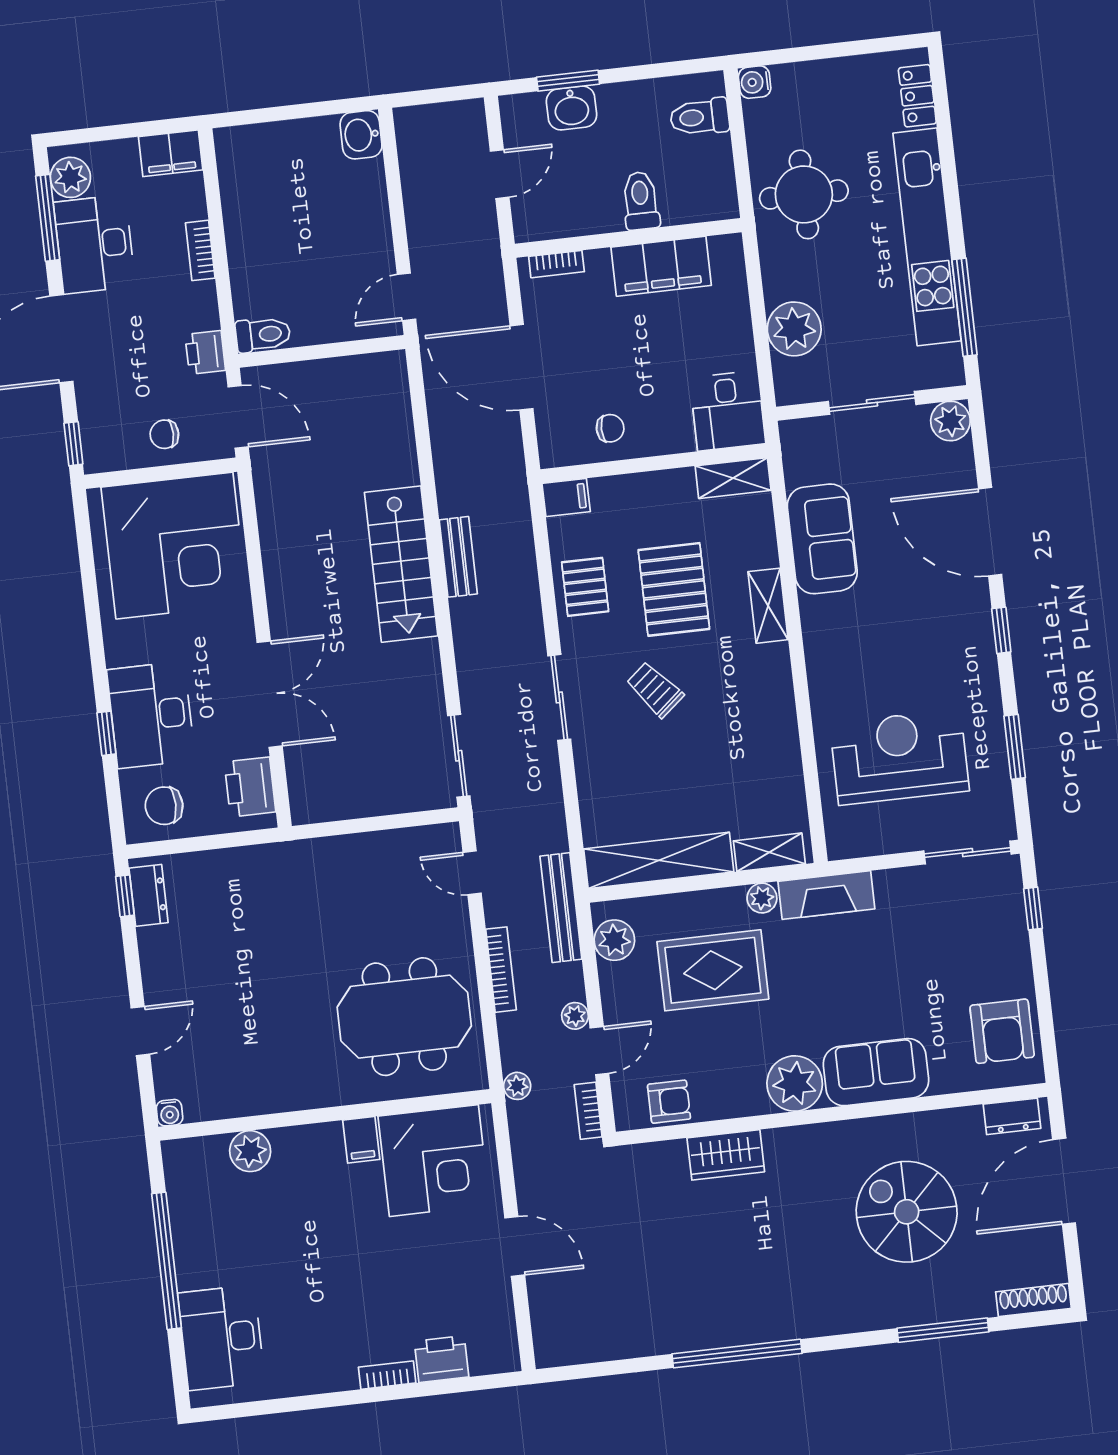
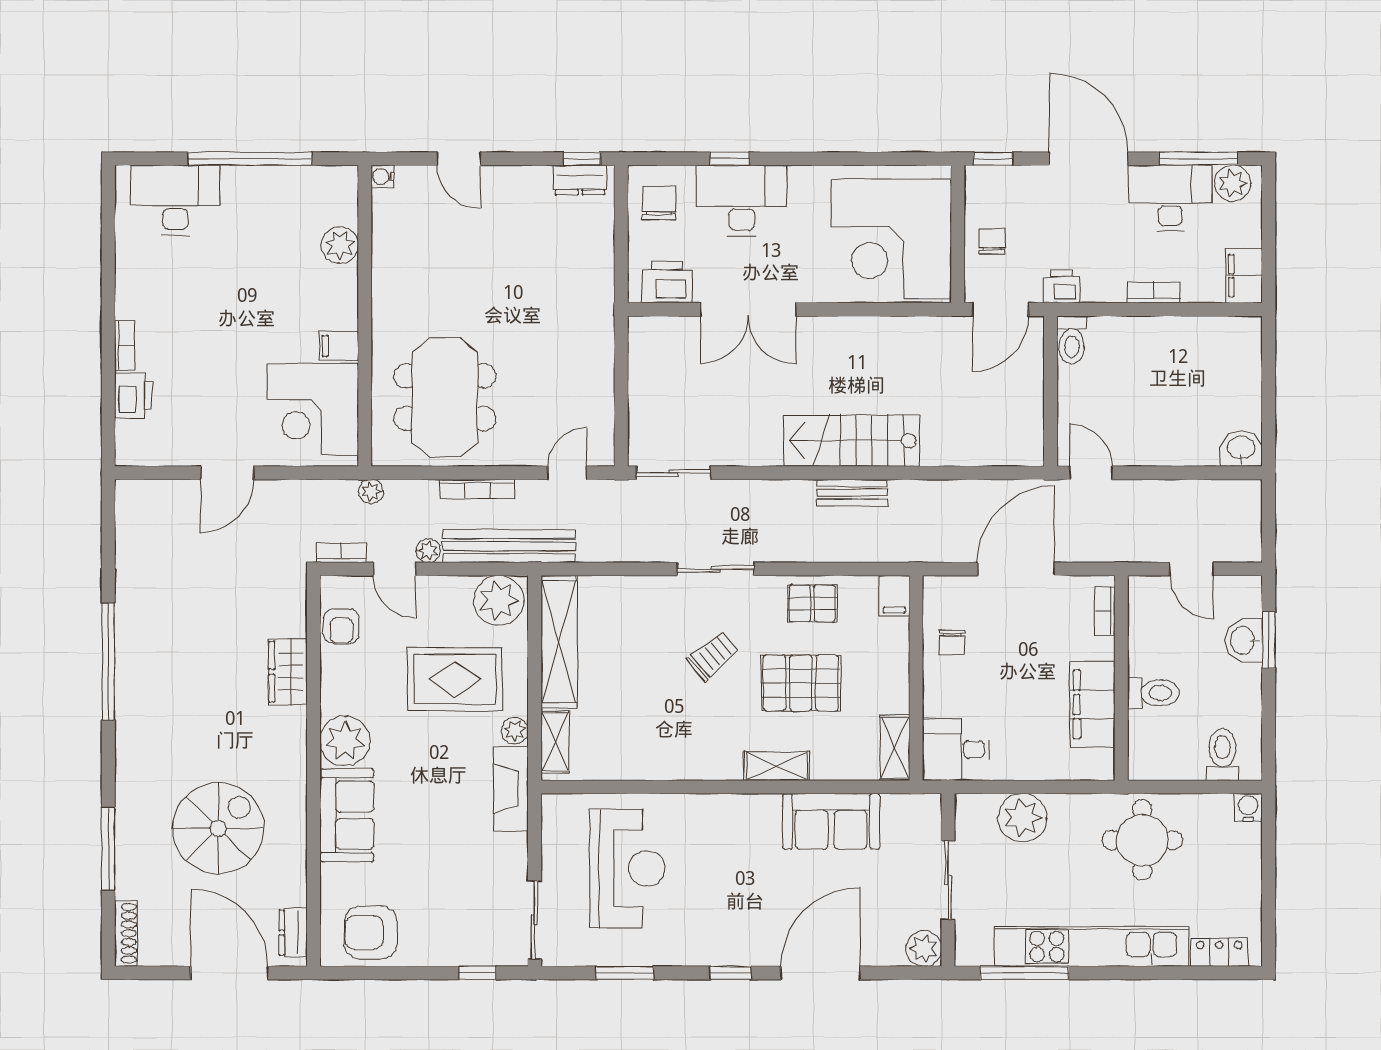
bench: (561, 908) -> (509, 546), width x1.37, depth x1.21
plant: (614, 940) -> (499, 600), width x1.36, depth x1.36
rug: (713, 970) -> (455, 679), turned 90

